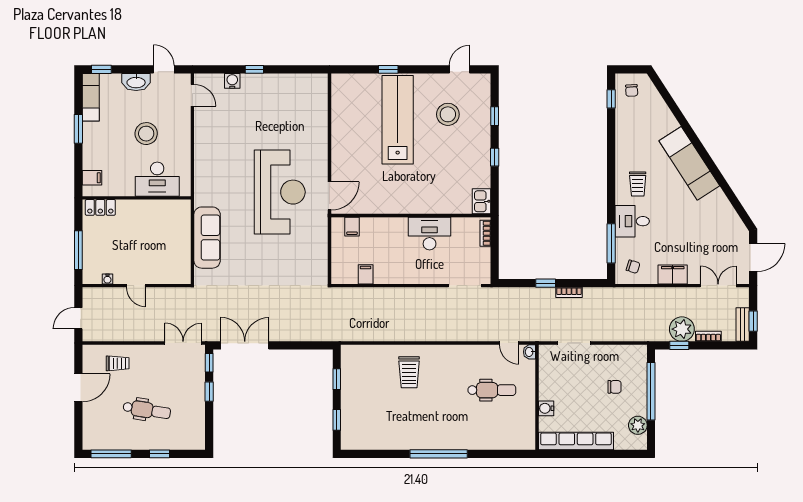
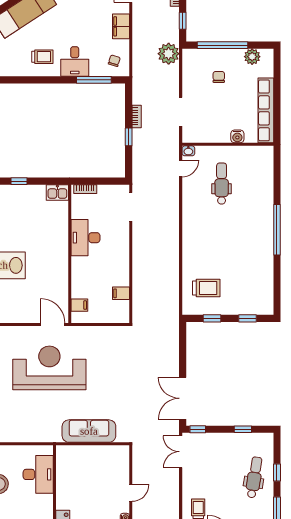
plant: (682, 329) -> (169, 54), moved
trolley: (409, 372) -> (206, 288), moved
window: (209, 392) -> (243, 429), moved
dental chair: (147, 410) -> (254, 477), moved

